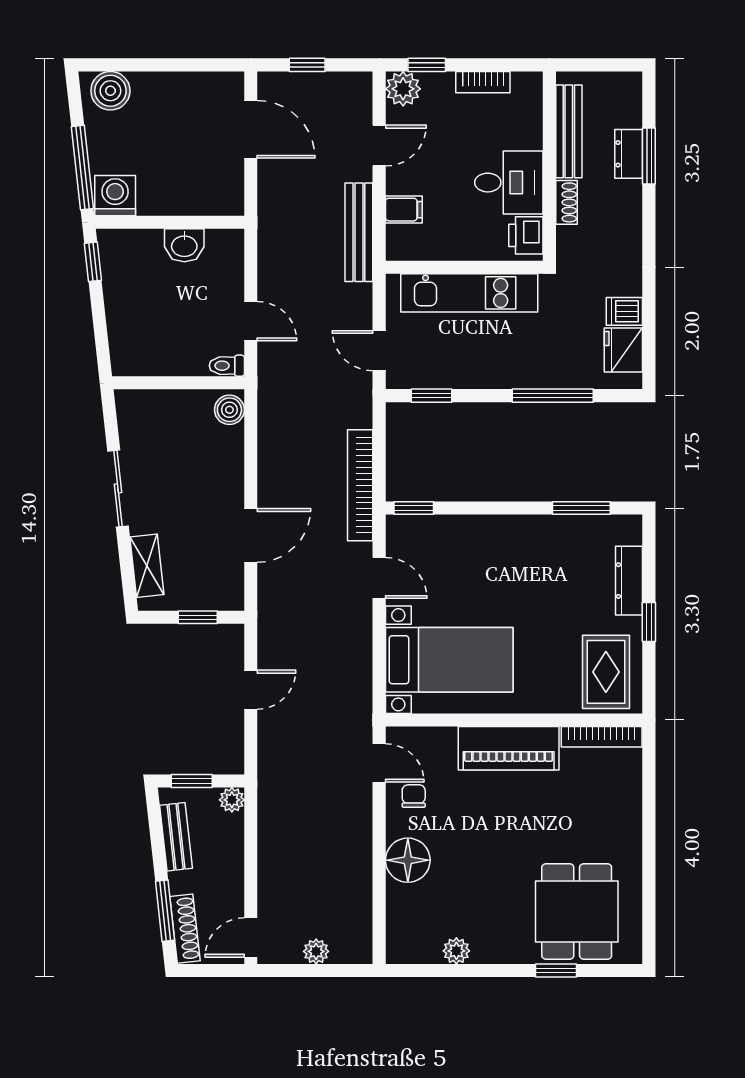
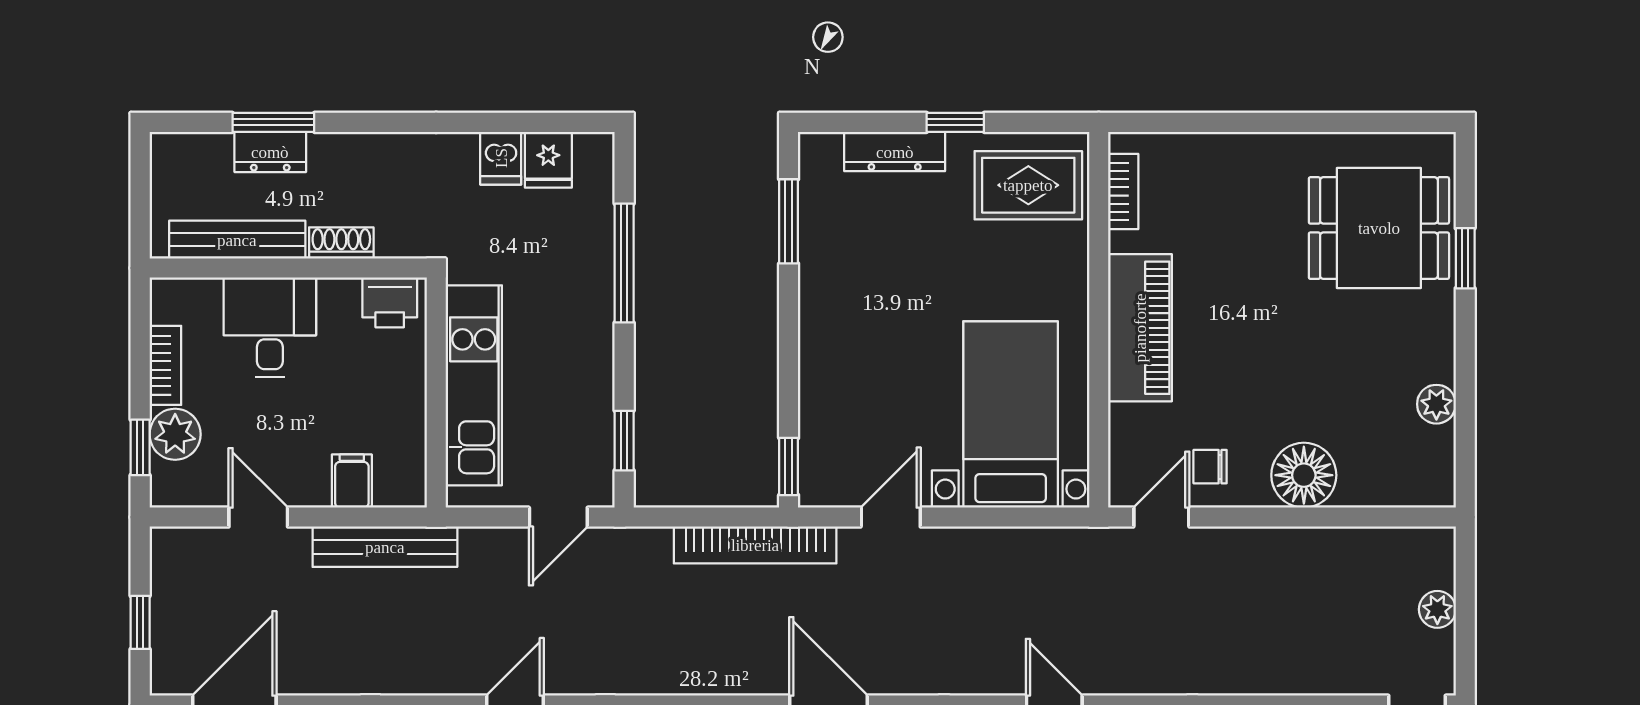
plant: (403, 89) -> (175, 434), moved
desk: (509, 183) -> (270, 327), moved
fridge: (623, 350) -> (548, 160), width x0.72
bookcase: (602, 737) -> (1123, 192), width x0.64

